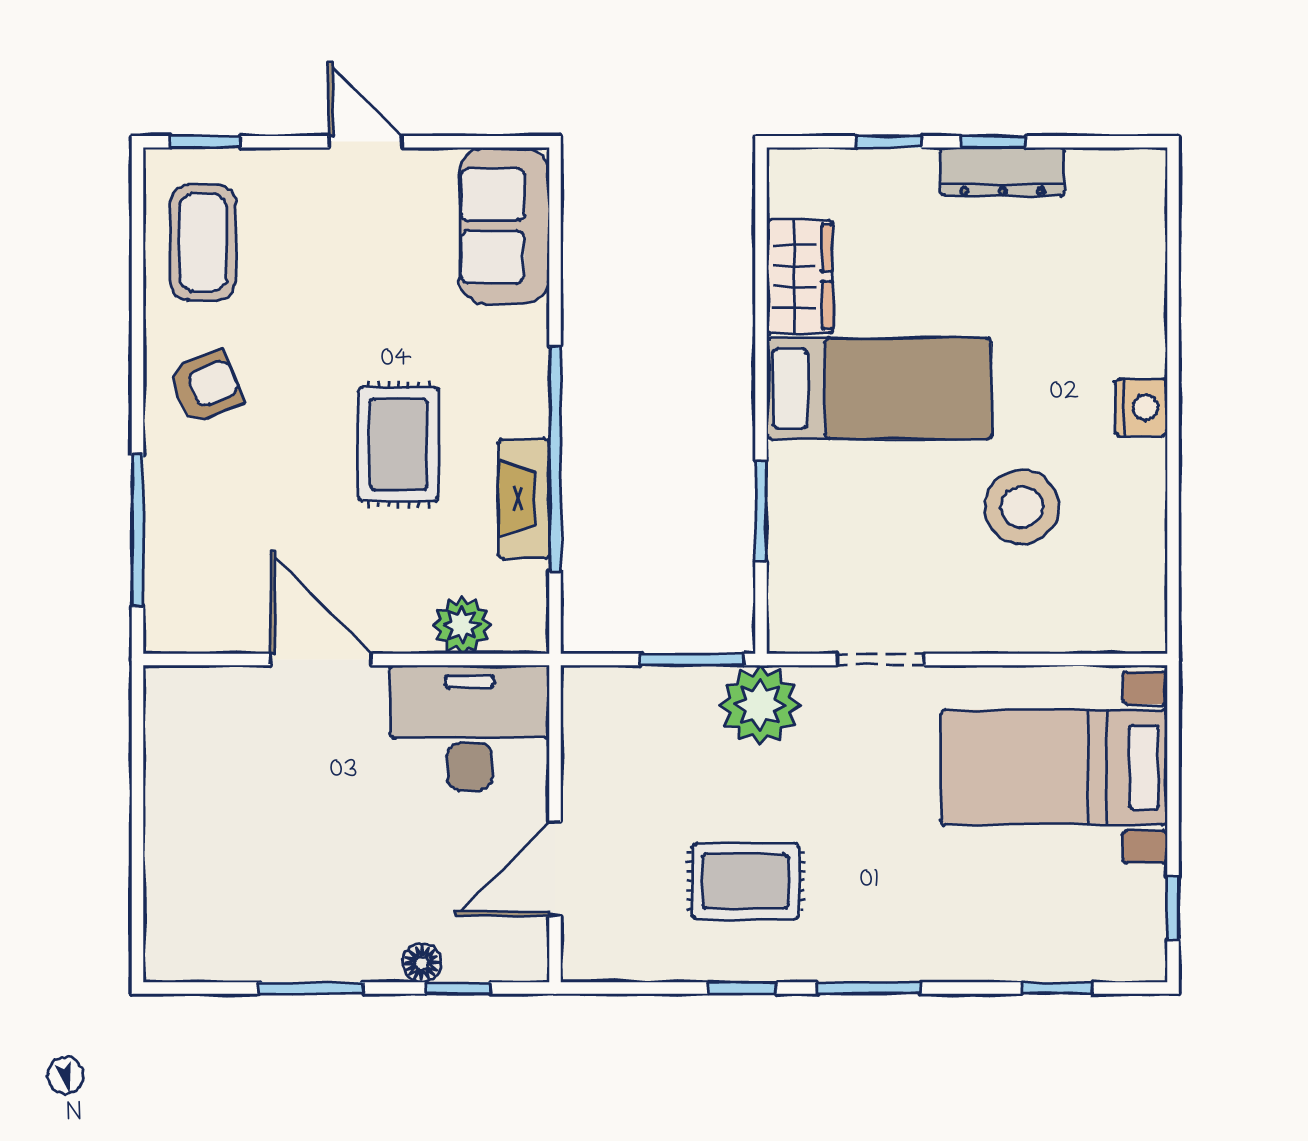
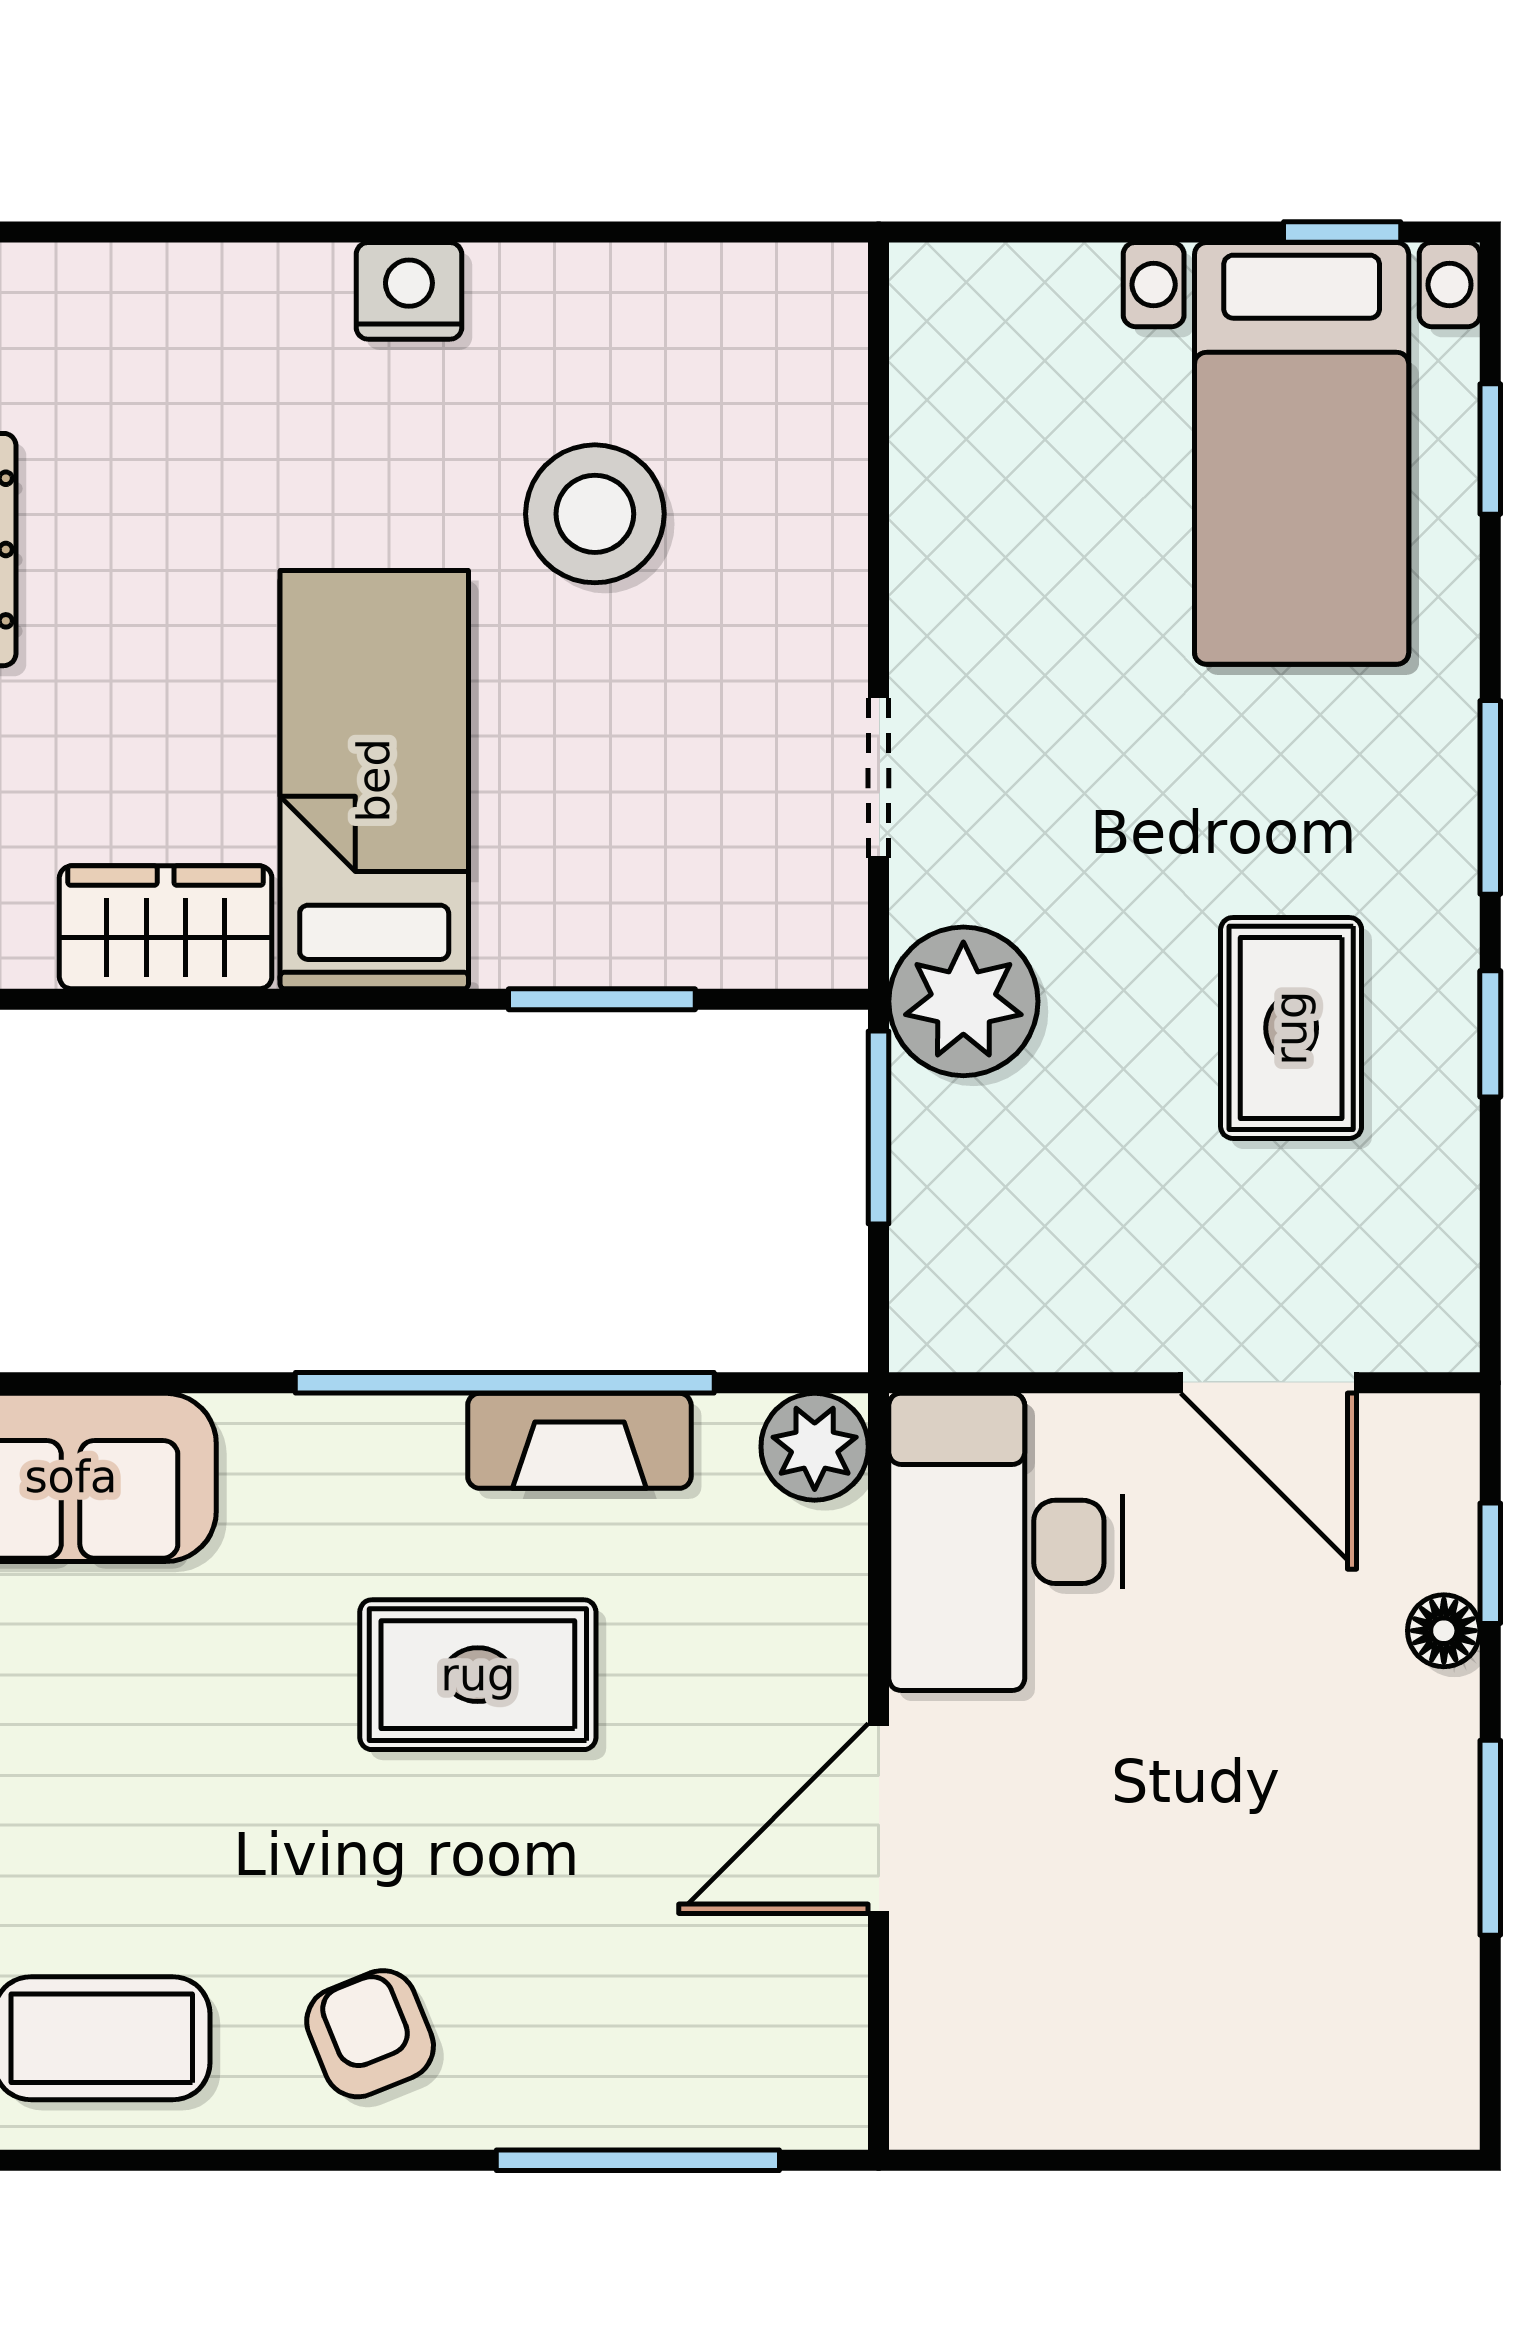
plant: (462, 625) -> (815, 1447), moved
bed with nightstands: (1054, 767) -> (1302, 453), moved

